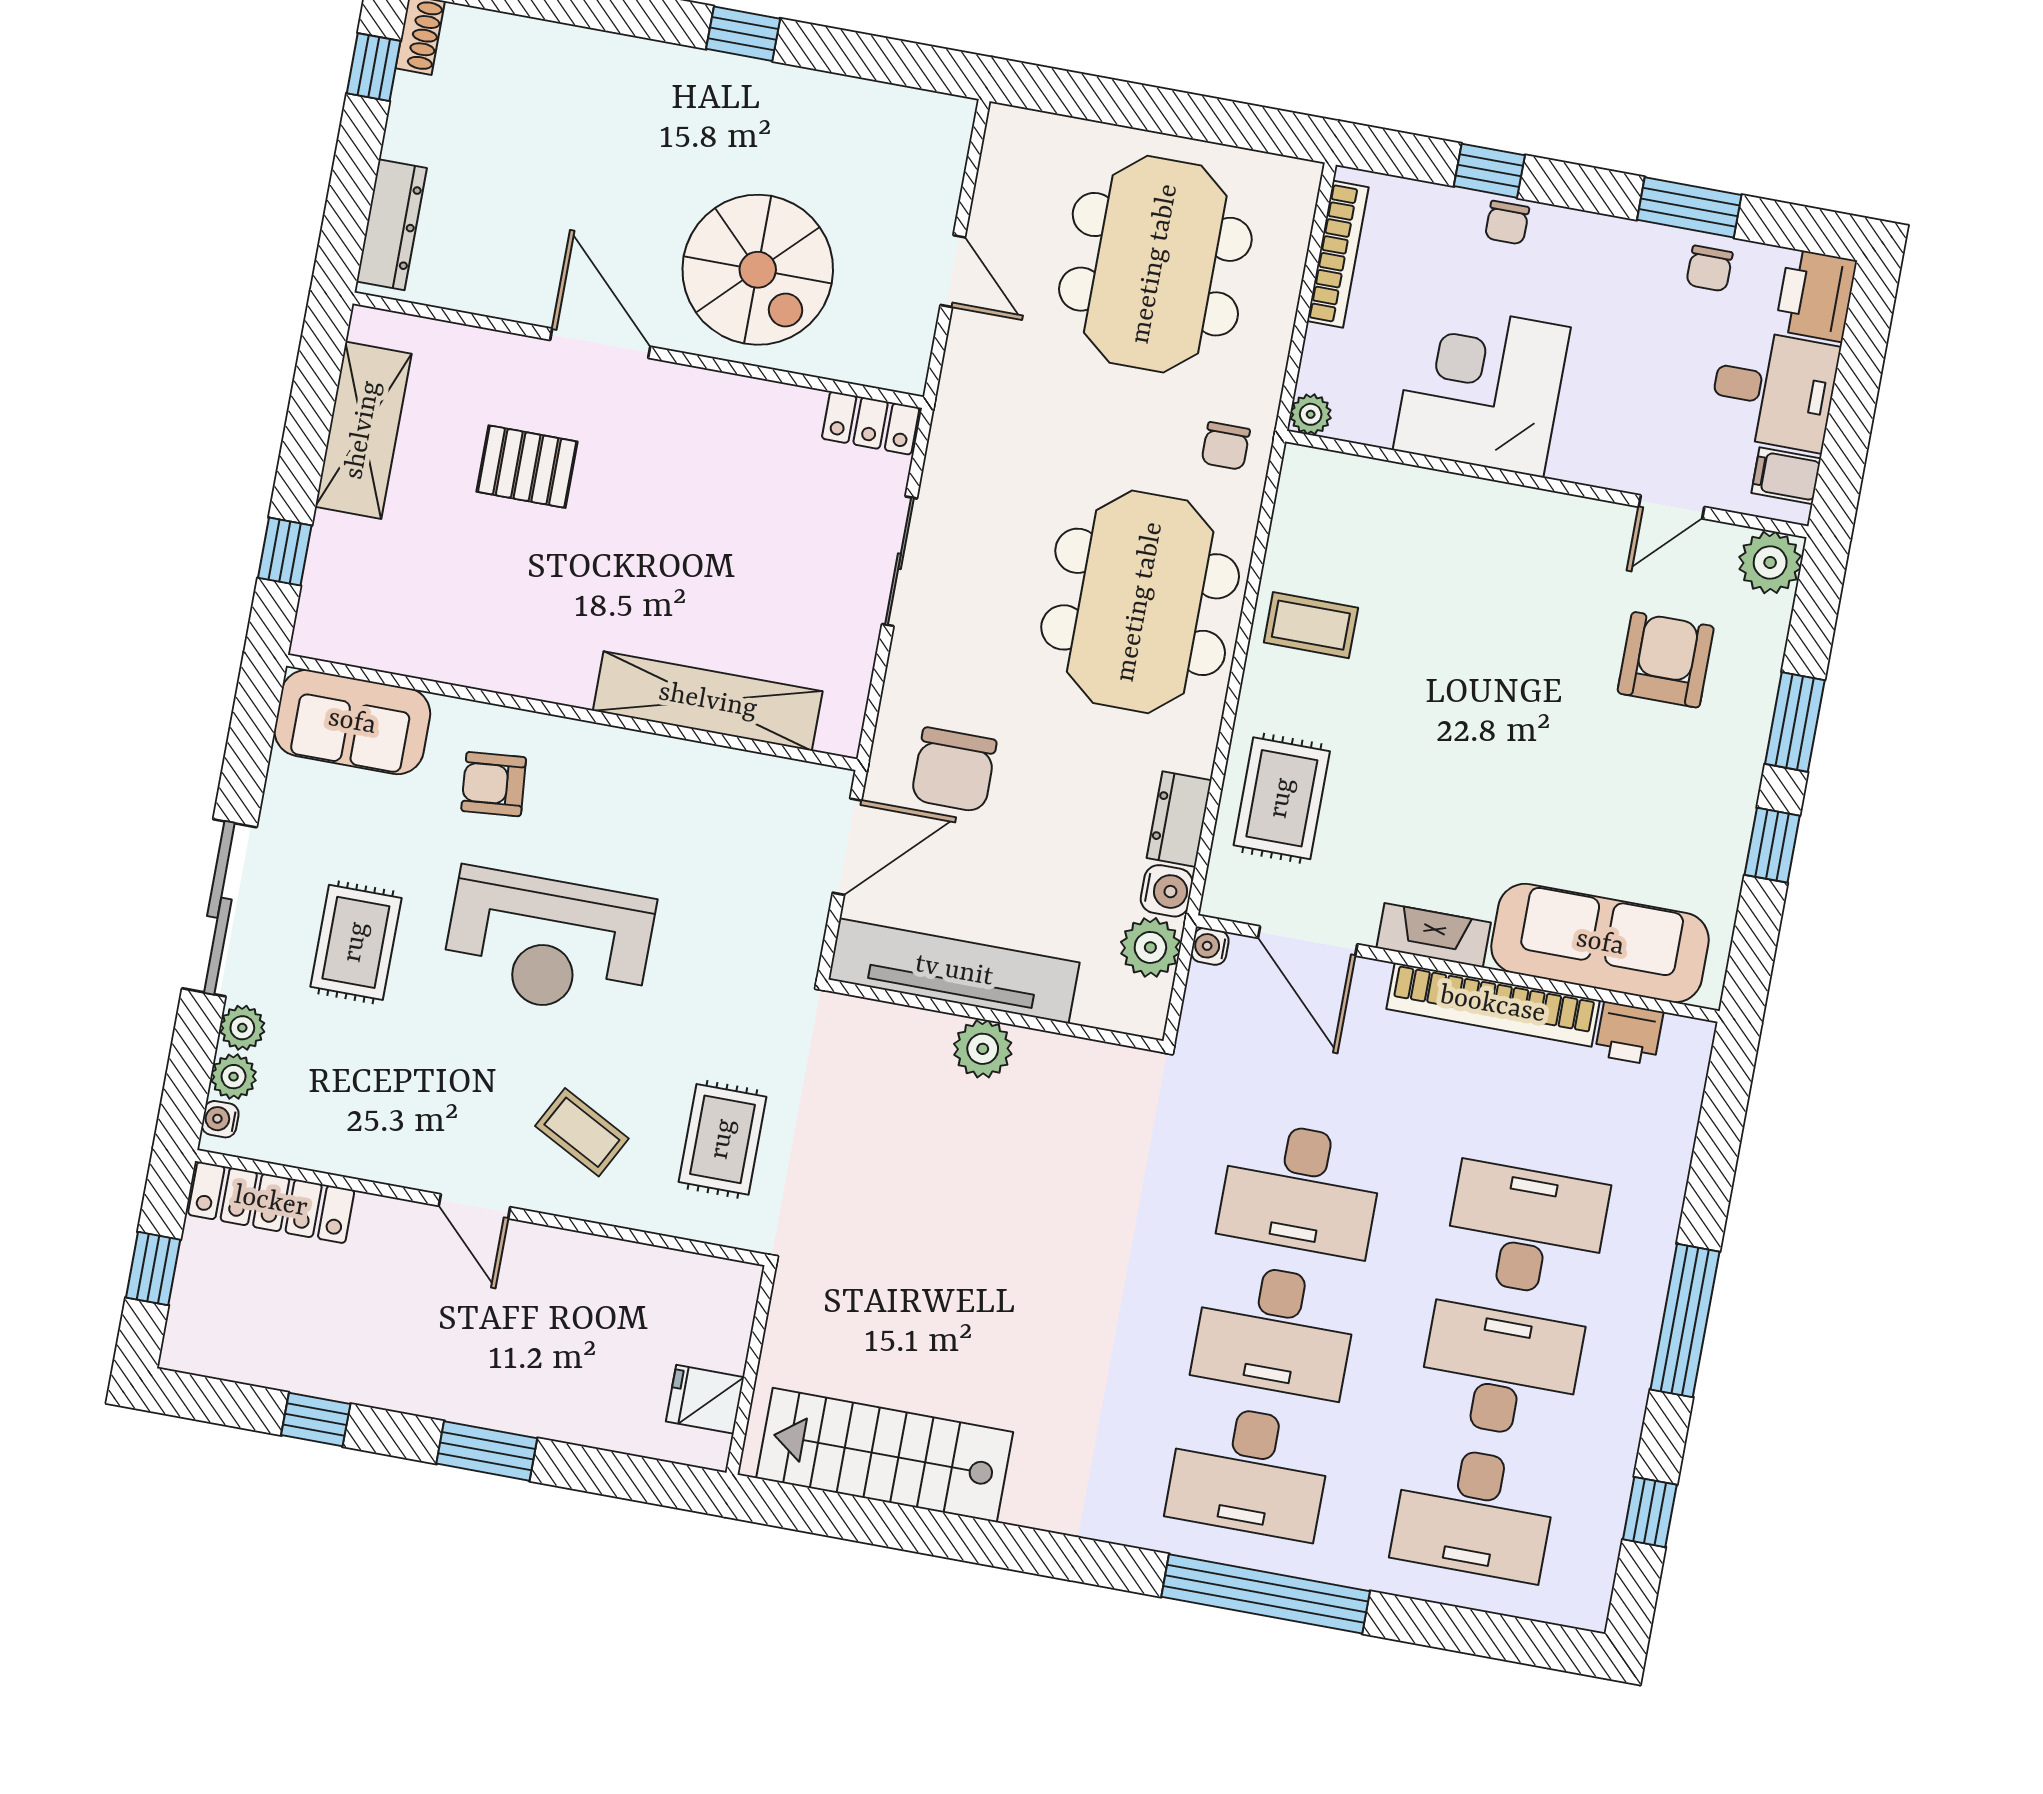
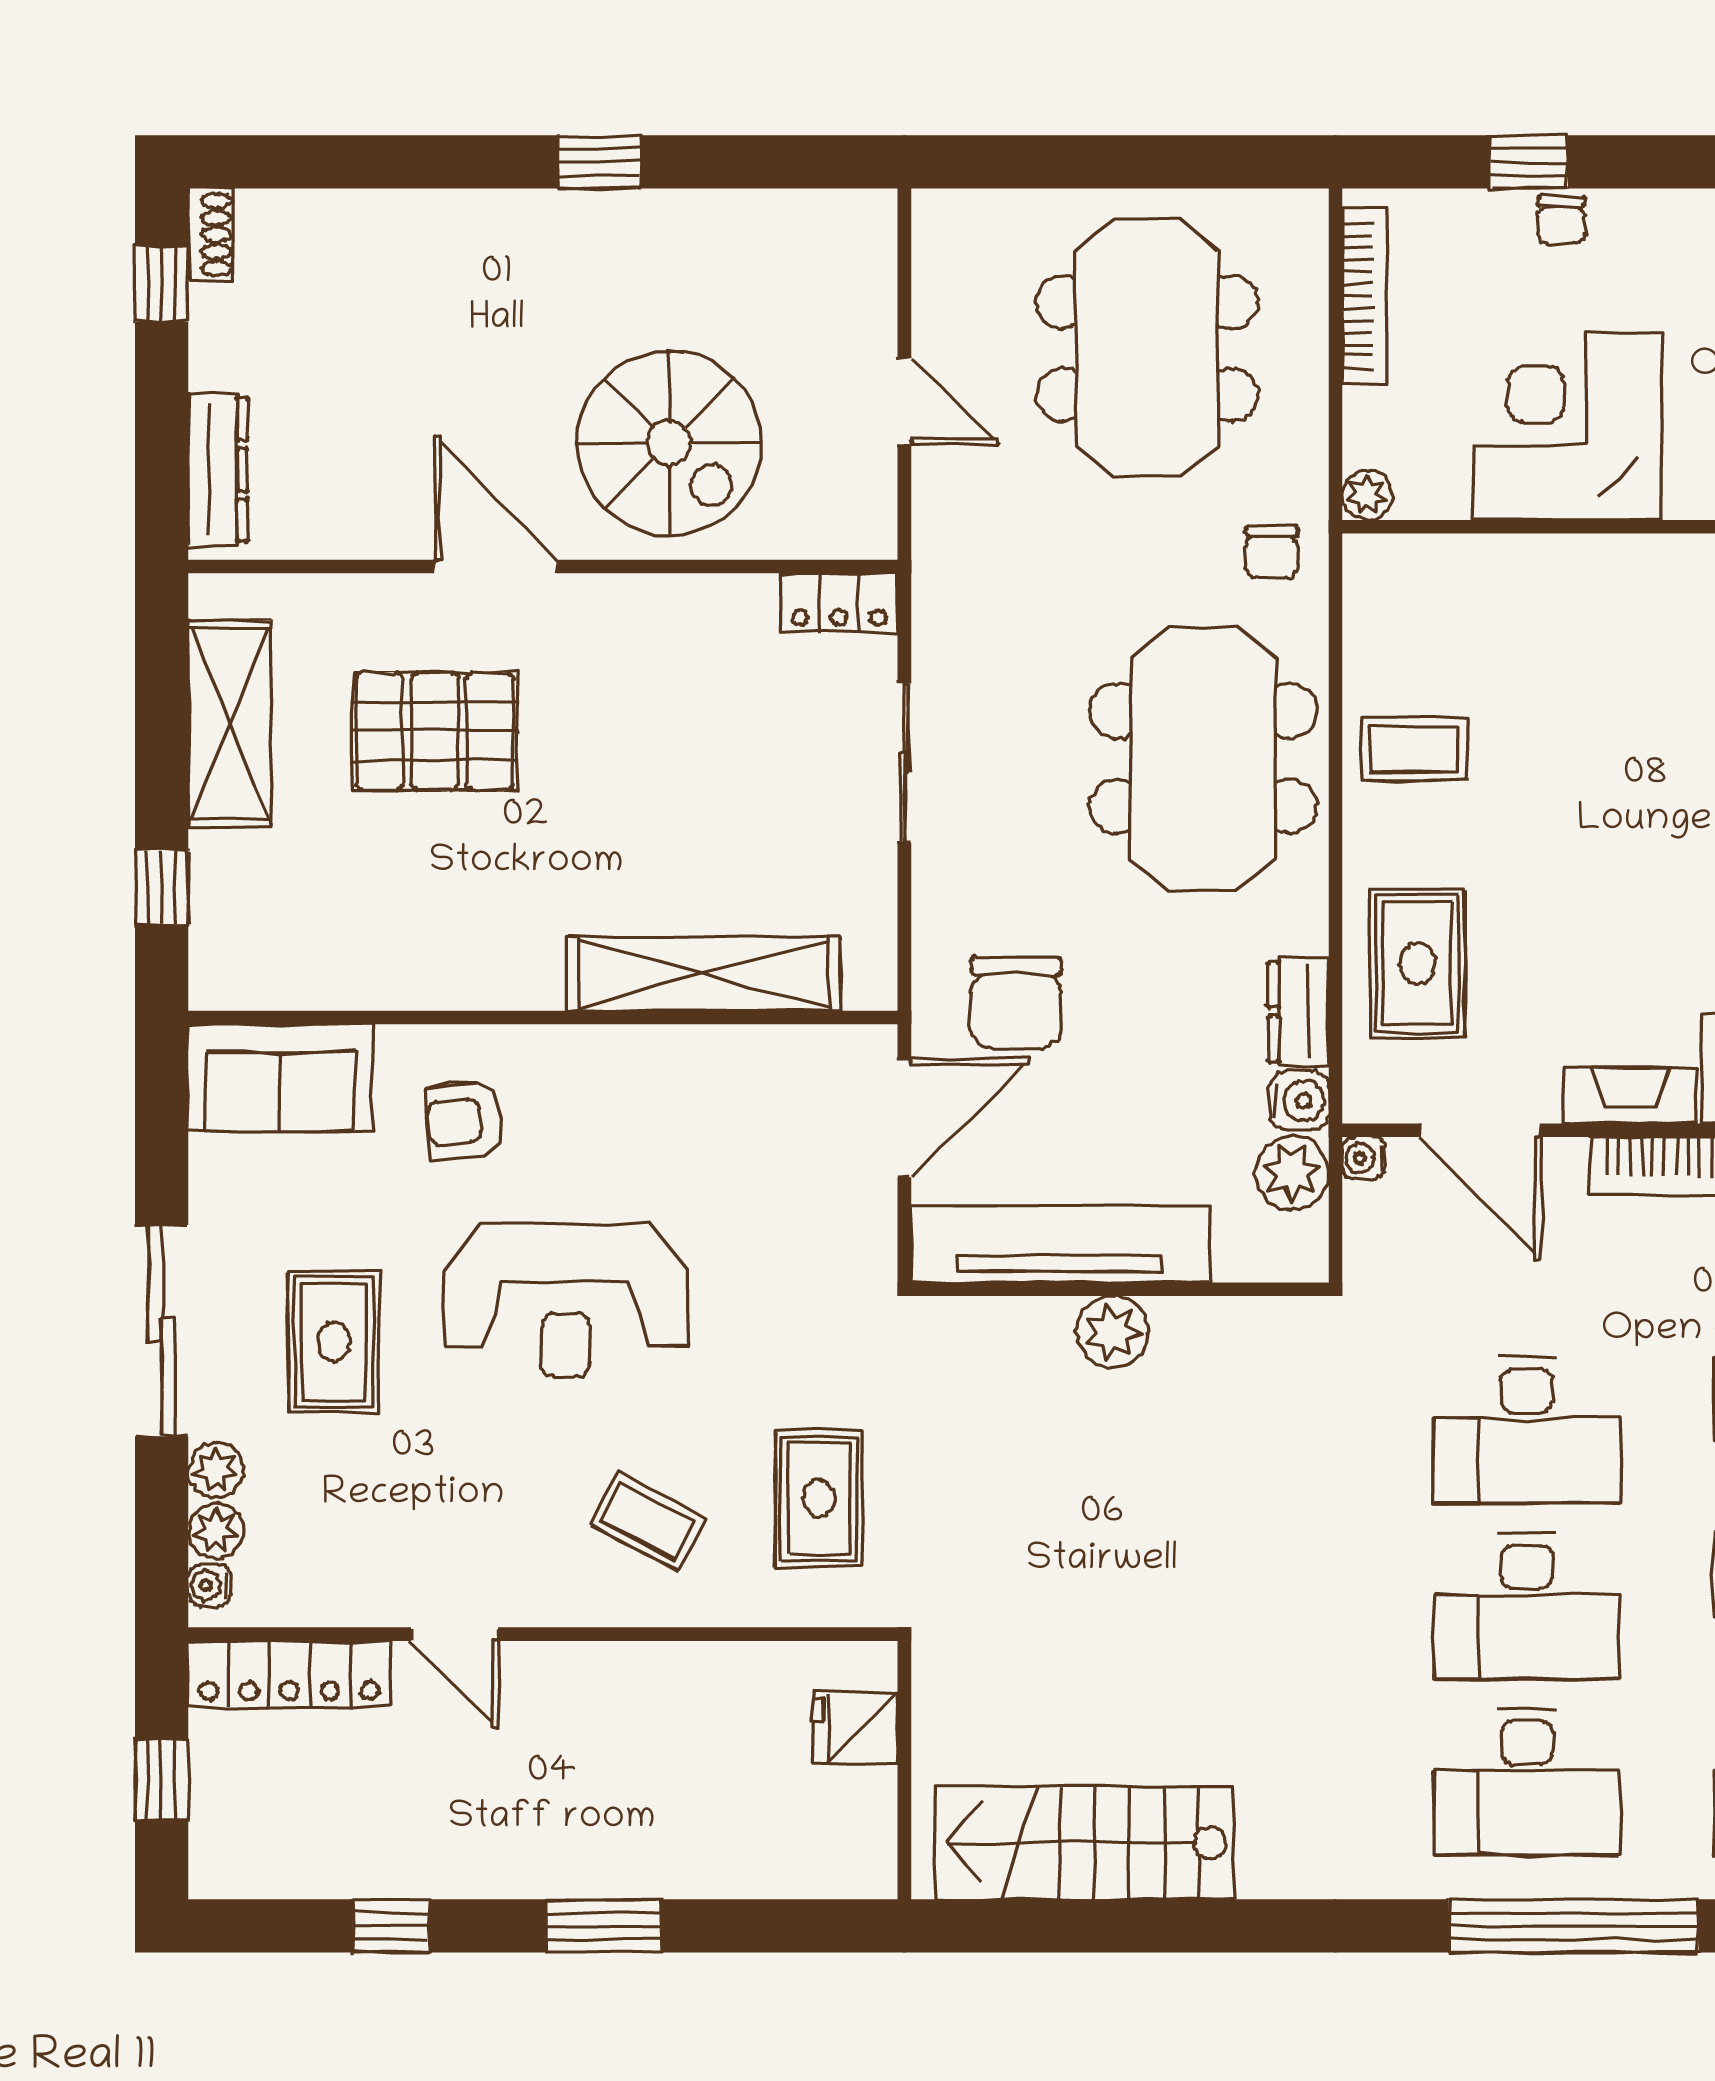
pallet: (527, 467) -> (435, 731), width x1.50, depth x1.42
door: (474, 1206) -> (454, 1634), moved
fridge: (705, 1399) -> (855, 1728), moved

